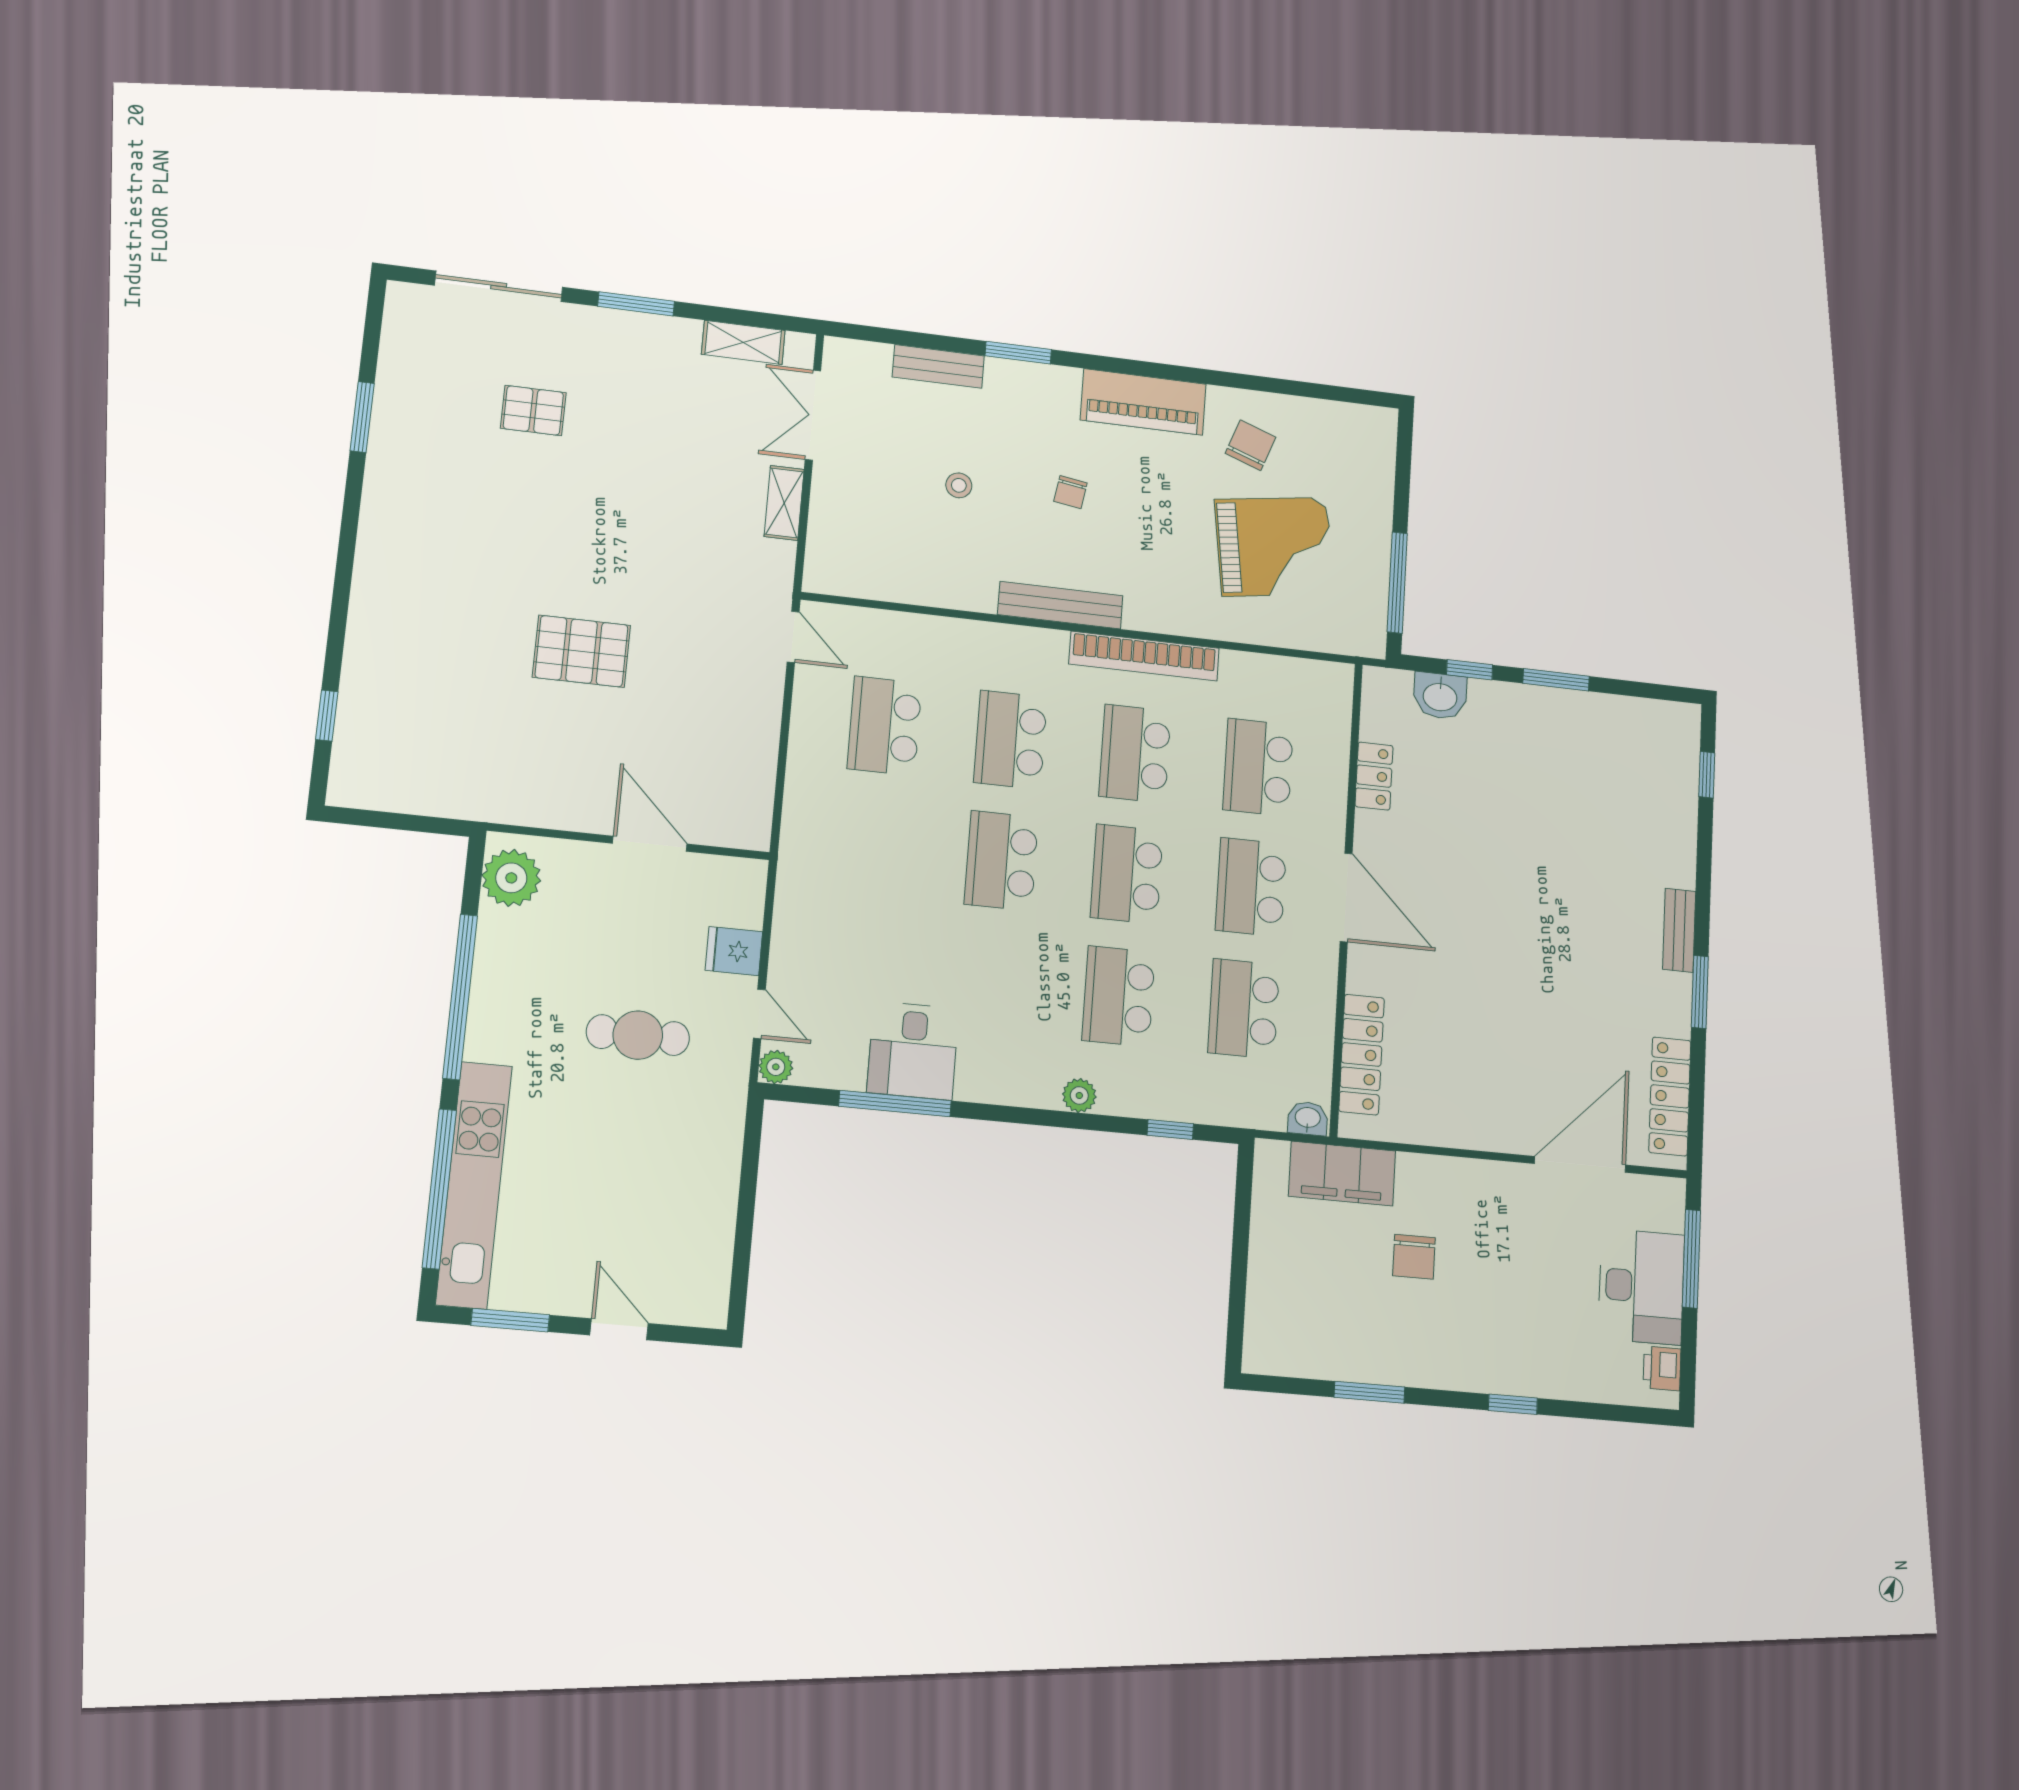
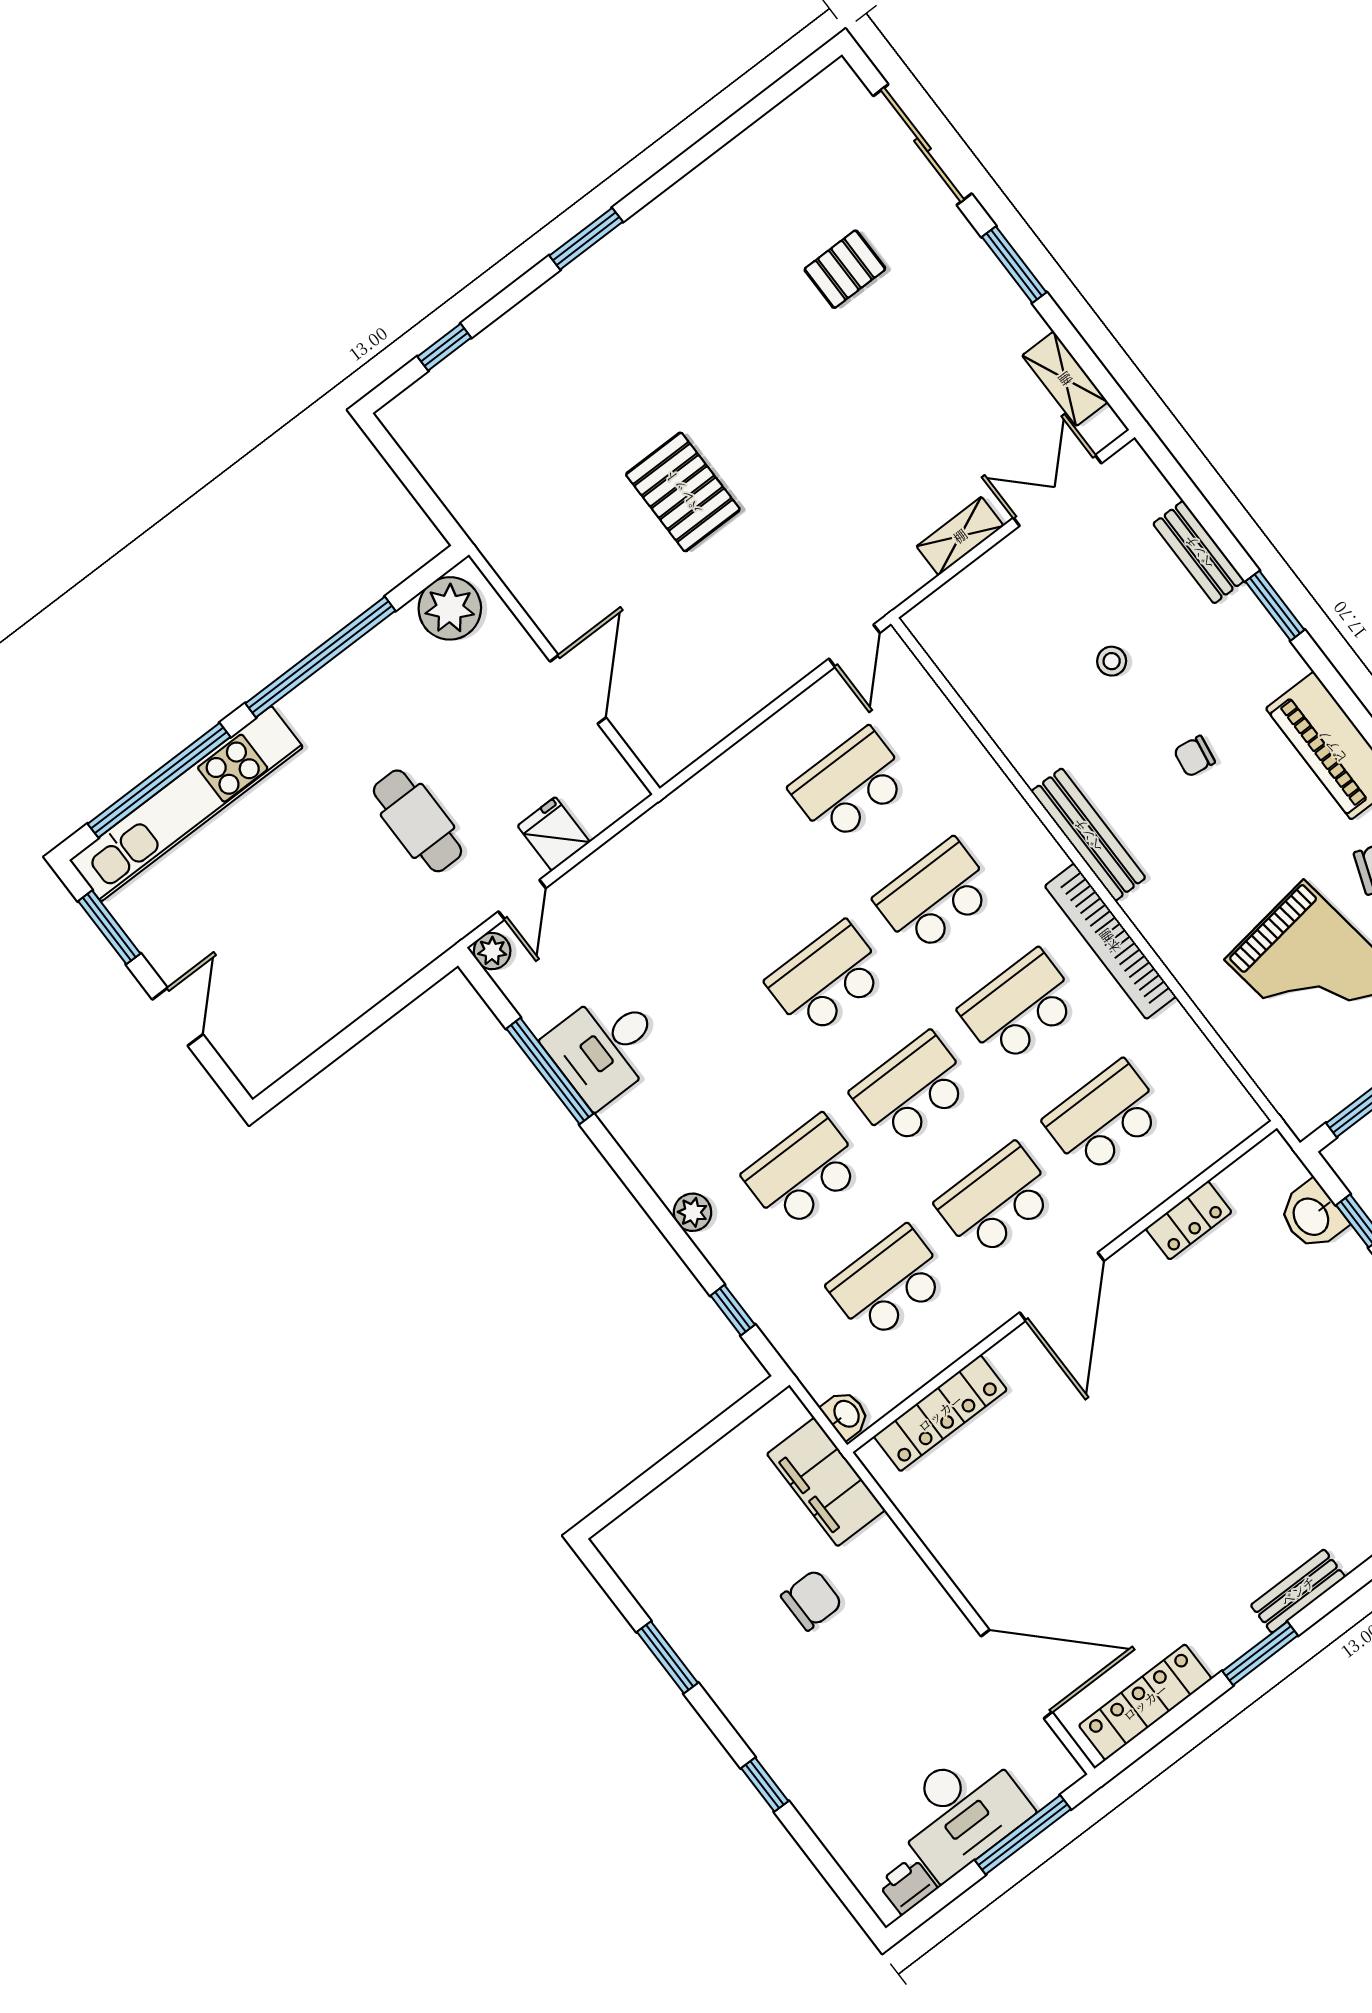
pallet: (533, 410) -> (845, 269), turned 90
window: (362, 417) -> (586, 239), moved
chair: (1414, 1257) -> (812, 1600), turned 180

